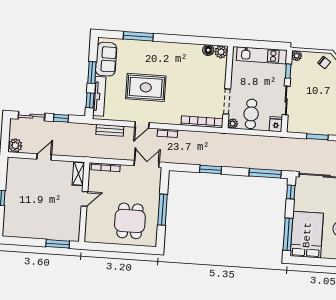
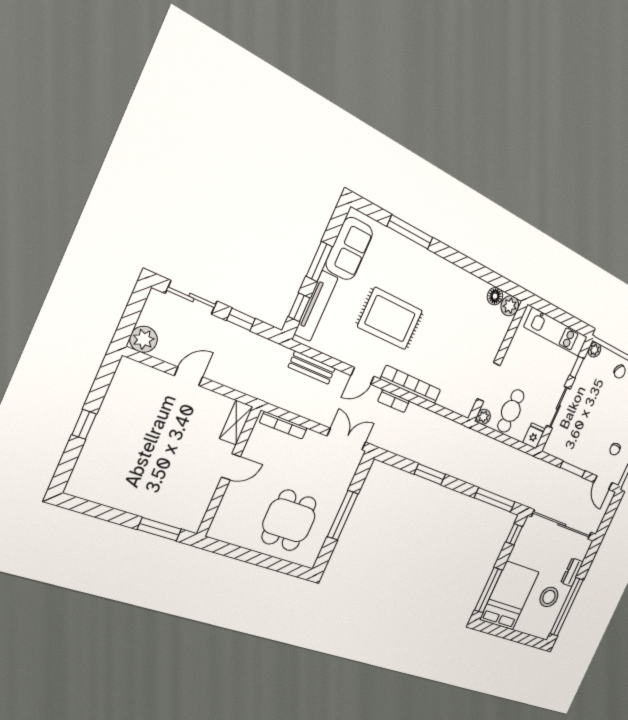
bookcase: (202, 122) -> (411, 385), moved

